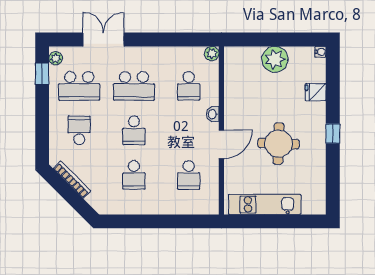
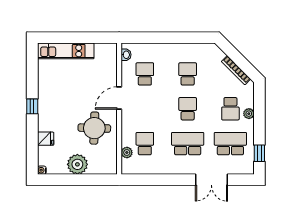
plant: (212, 53) -> (127, 153), moved
plant: (56, 58) -> (249, 114), moved
washbasin: (213, 114) -> (126, 55), moved
round table: (279, 144) -> (94, 128), moved
kitchen unit: (265, 204) -> (66, 51), moved

